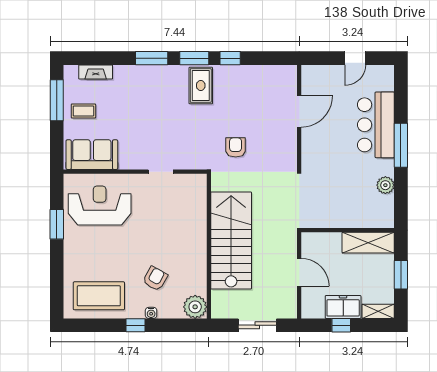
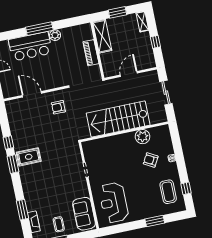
window: (152, 58) -> (22, 210), moved
armchair: (236, 147) -> (58, 107), moved
plant: (385, 185) -> (55, 35), moved
piano: (346, 219) -> (91, 53), added
window: (57, 224) -> (155, 221), moved
coffee table: (99, 296) -> (168, 192), width x0.73, depth x0.76
plant: (195, 307) -> (143, 137), moved
freezer: (343, 307) -> (144, 43), removed
window: (135, 325) -> (186, 188), moved

